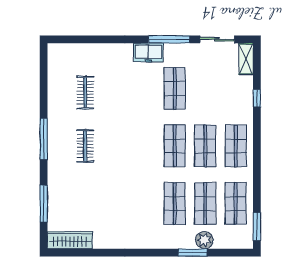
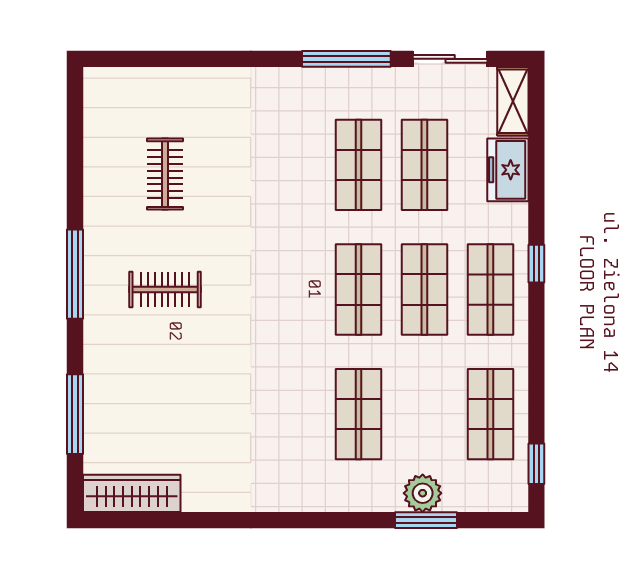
freezer: (148, 53) -> (508, 170), moved, turned 90
window: (257, 98) -> (536, 264), moved
clothes rail: (85, 146) -> (165, 290), turned 90
shop shelf: (205, 204) -> (424, 165), moved
window: (257, 227) -> (536, 464), width x0.67
window: (193, 253) -> (426, 520), moved

